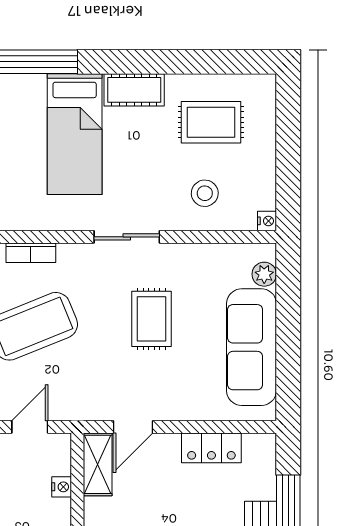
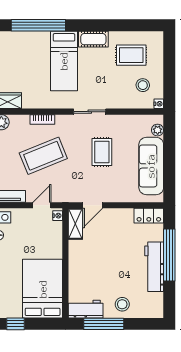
stool: (205, 193) -> (143, 85), moved
locker: (211, 448) -> (149, 216), moved
nightstand: (62, 487) -> (58, 216), moved

